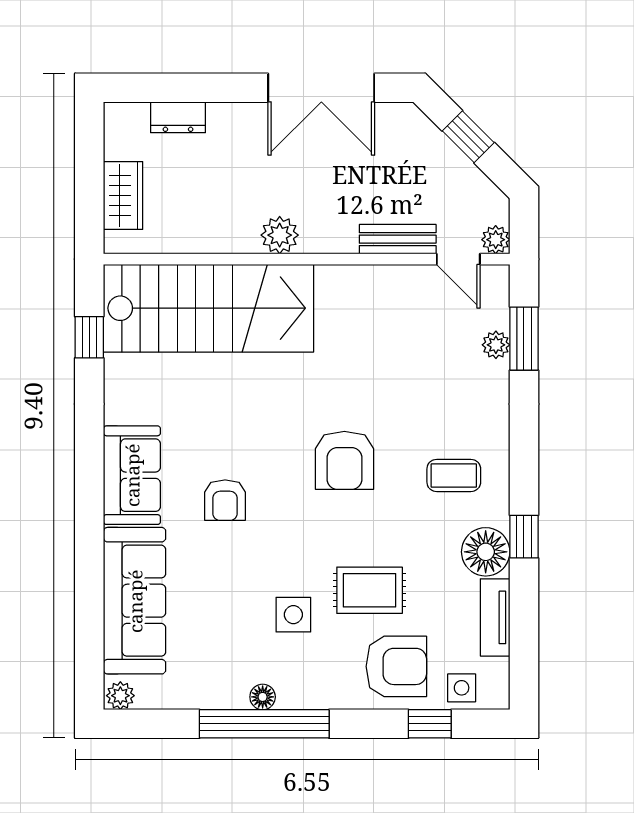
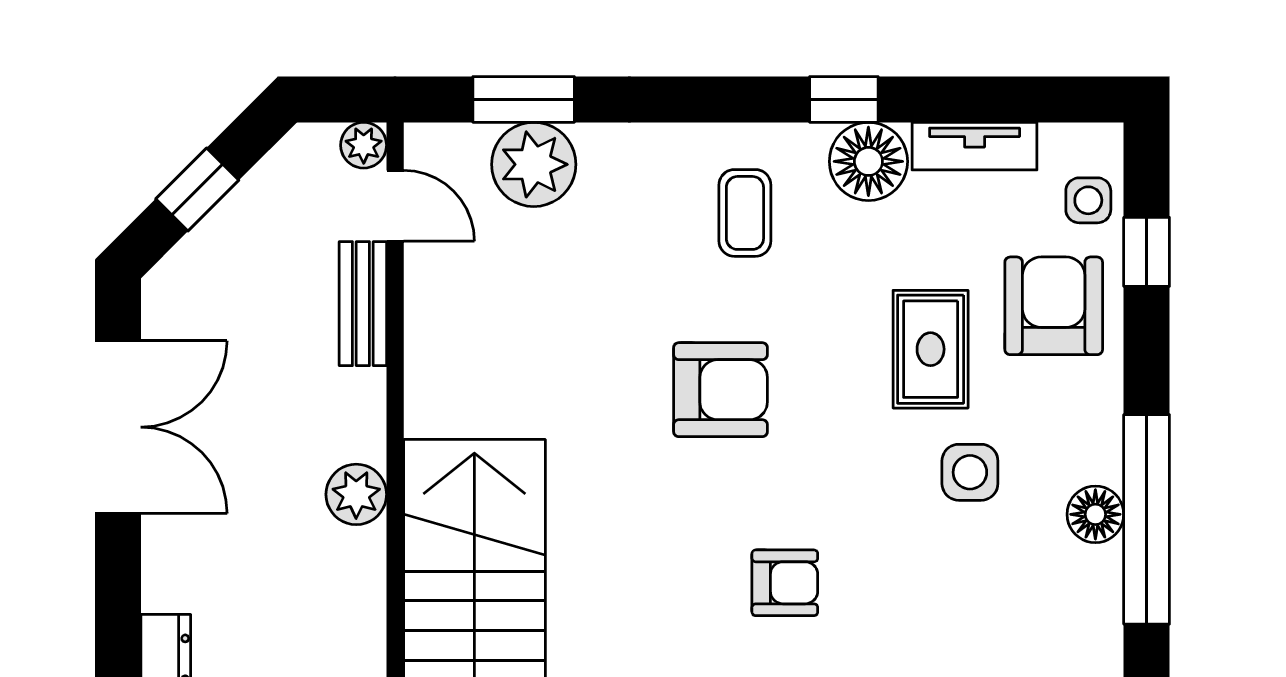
door: (458, 259) -> (395, 206), hinge flipped
plant: (496, 345) -> (534, 164), width x1.88, depth x1.88
floor lamp: (263, 697) -> (1095, 514), width x1.37, depth x1.37

